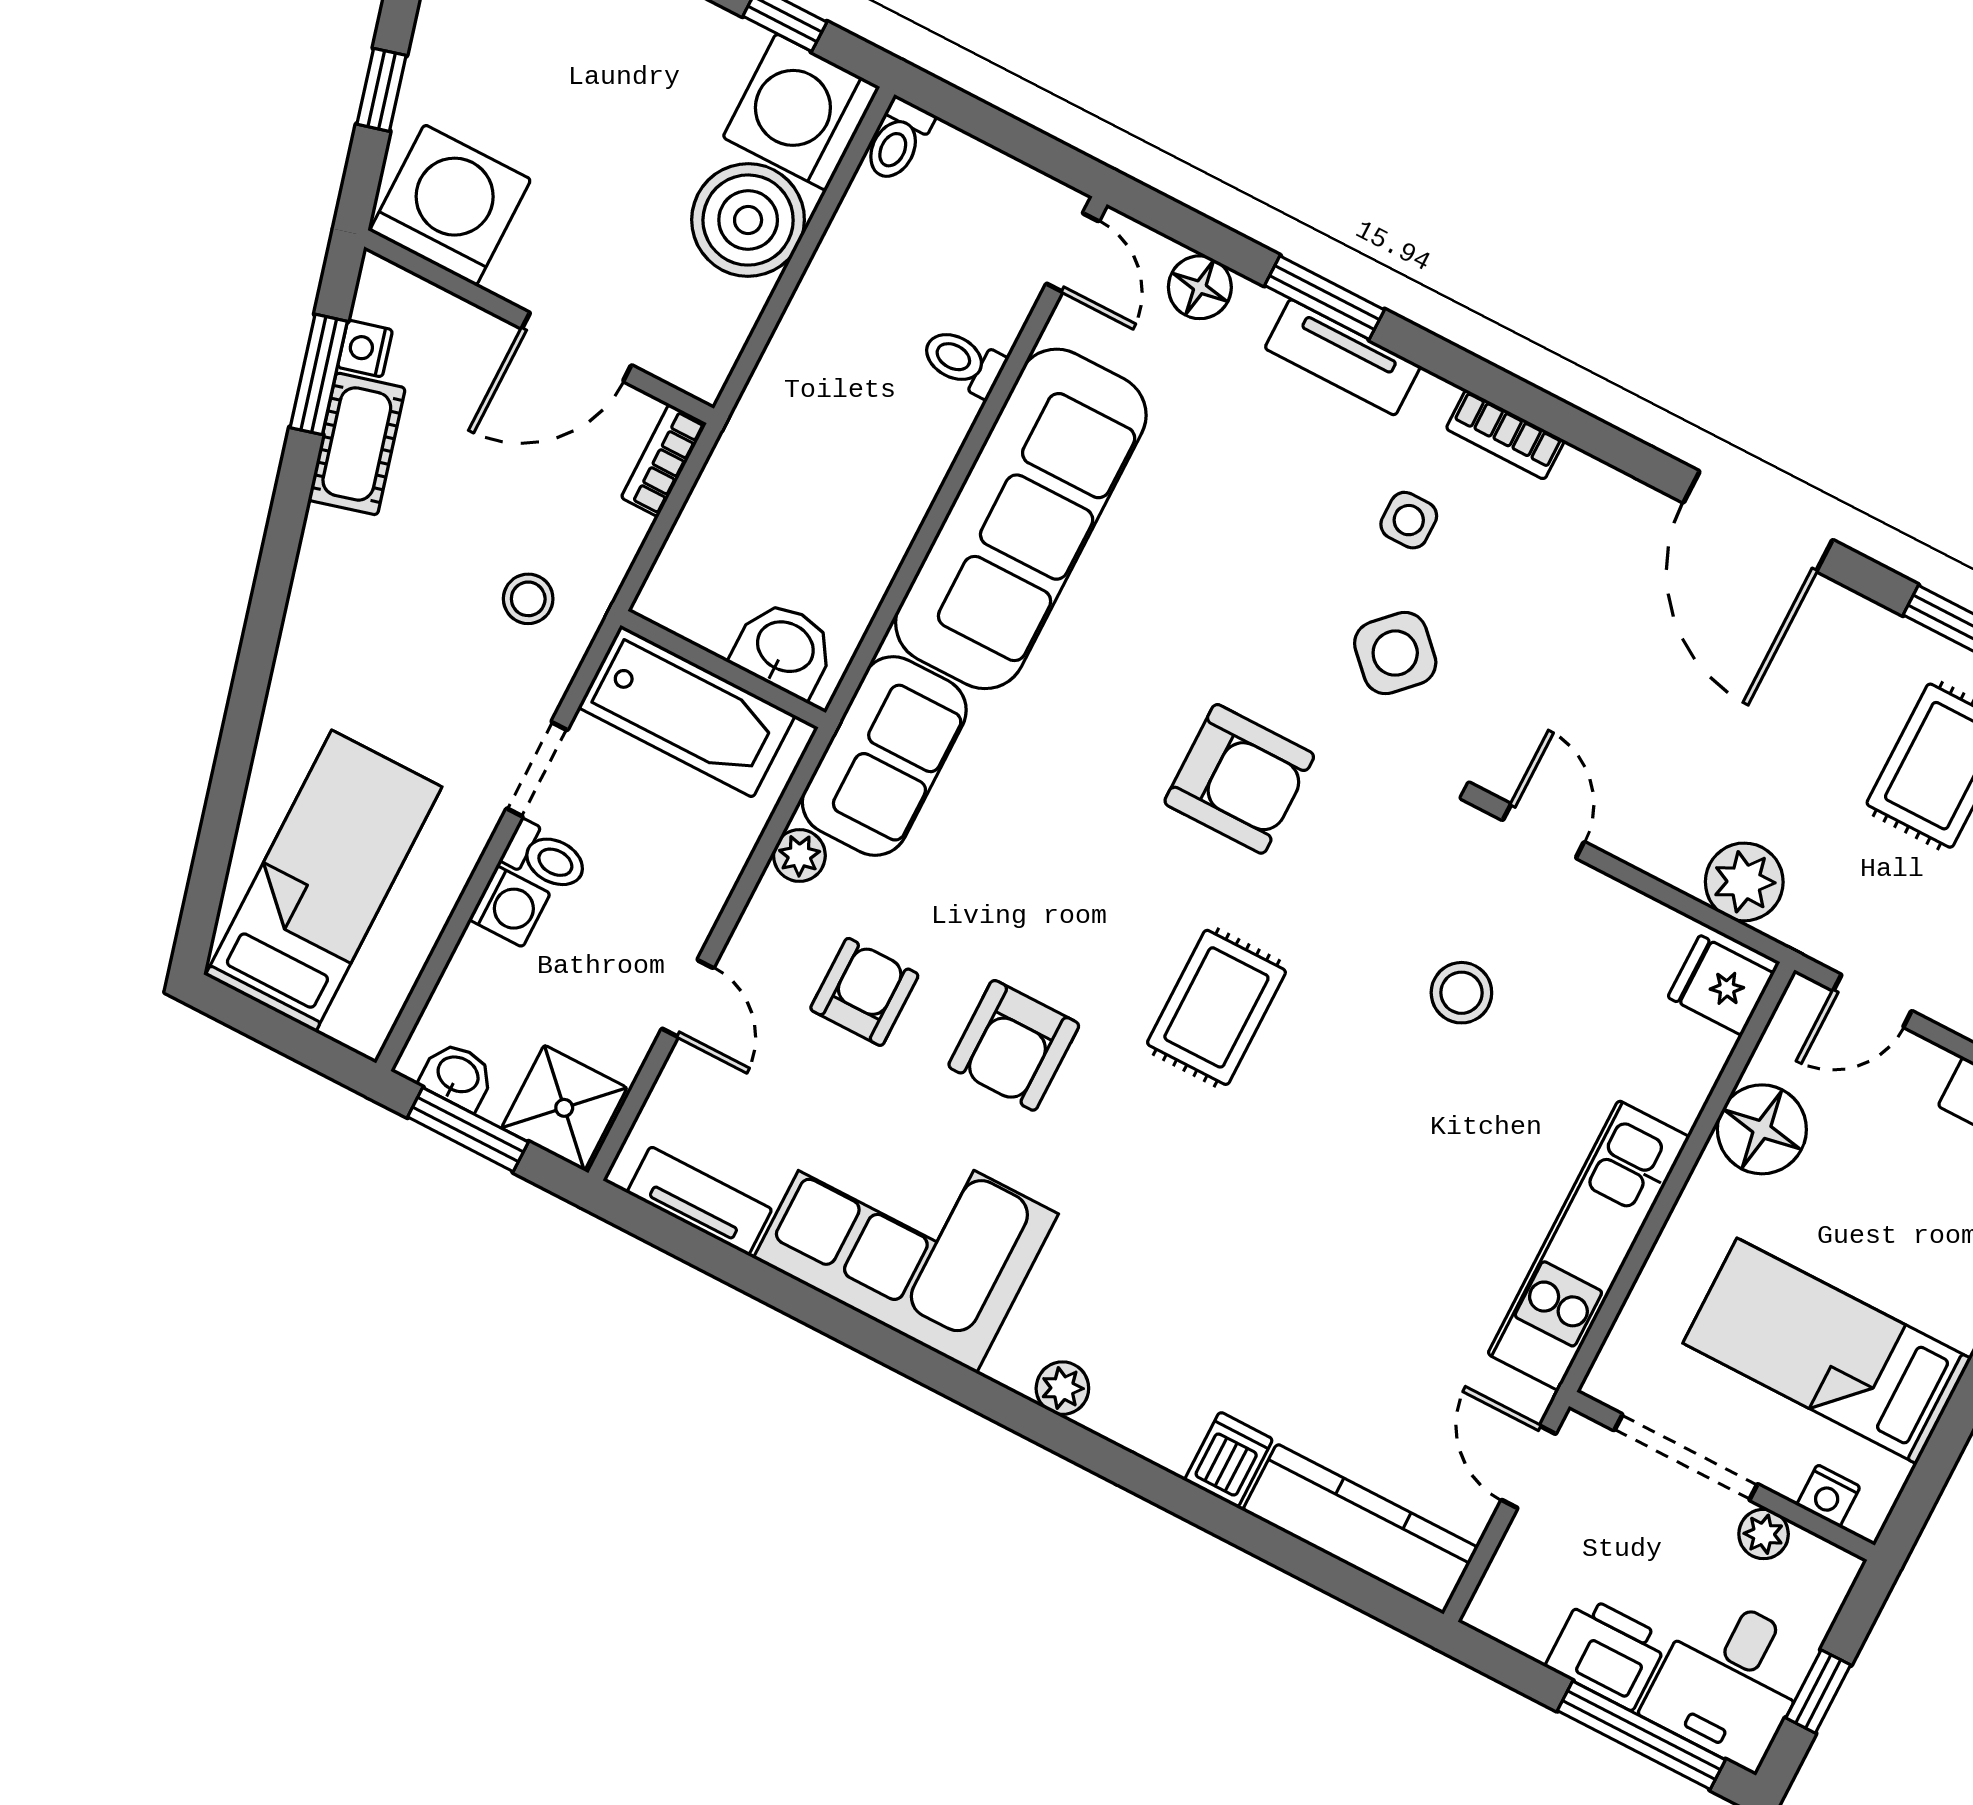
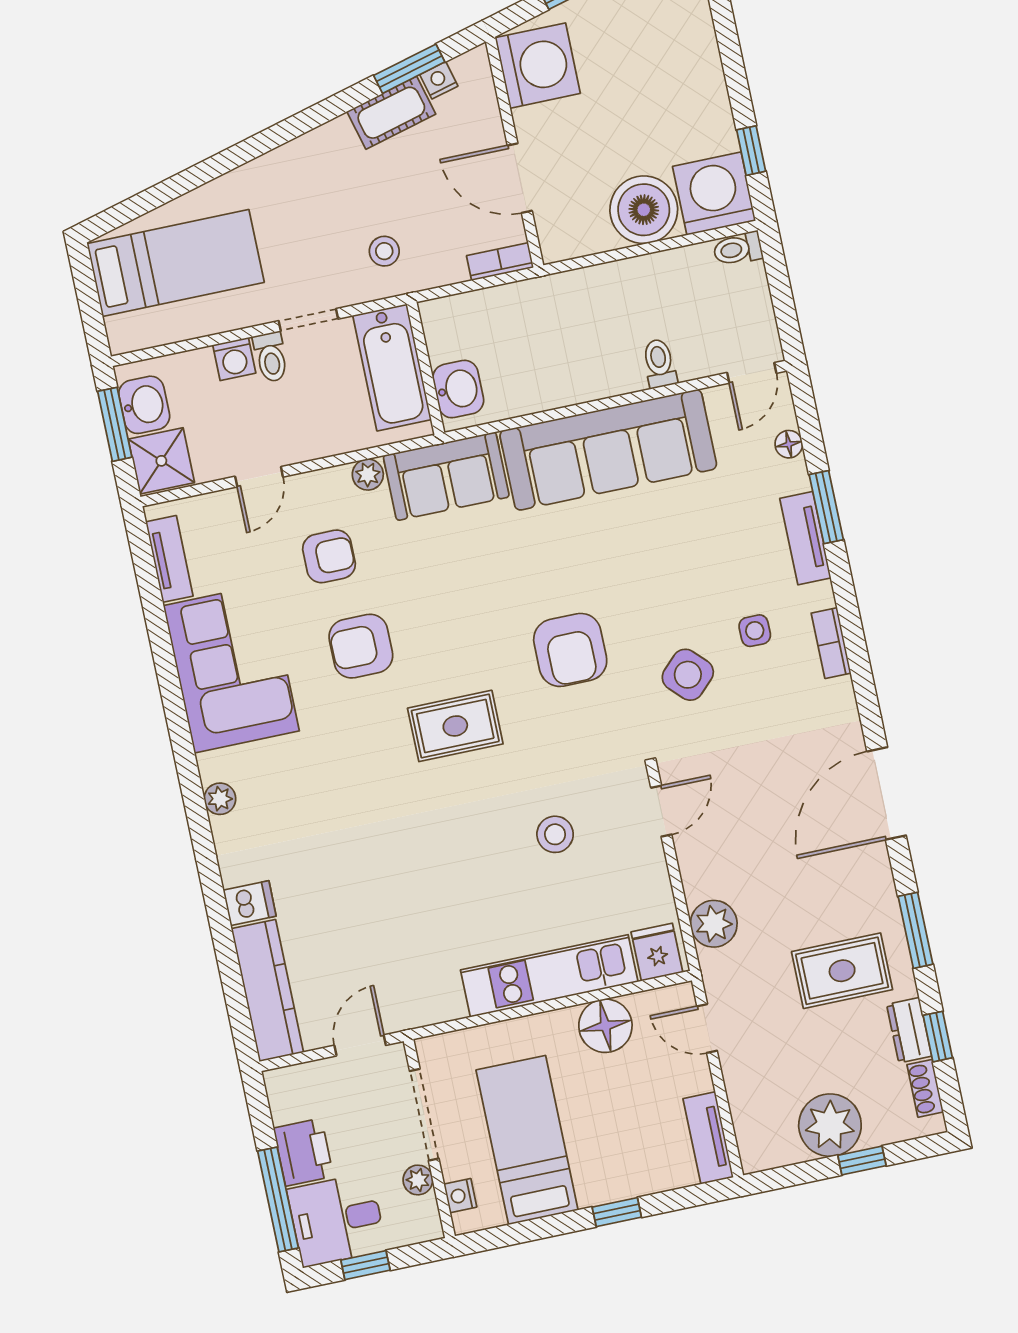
floor lamp: (1200, 287) -> (789, 444), width x0.73, depth x0.73
washbasin: (457, 1076) -> (144, 405), width x1.38, depth x1.45
kitchen unit: (1589, 1245) -> (549, 976), moved

